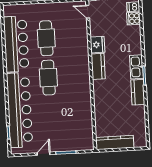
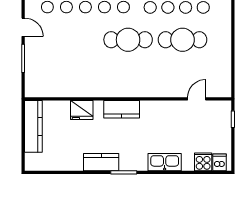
door: (88, 12) -> (197, 99), moved
fridge: (97, 45) -> (82, 110), moved
kitchen counter: (98, 66) -> (122, 109), moved
kitchen sink: (136, 67) -> (165, 162), moved

